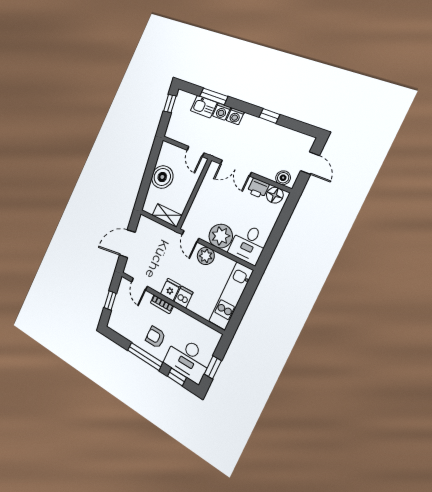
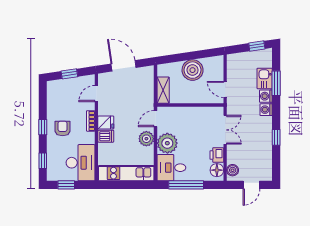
door: (195, 152) -> (225, 89), hinge flipped
double door: (236, 168) -> (225, 130), swing flipped
window: (275, 237) -> (186, 185), added
window: (145, 356) -> (43, 127), width x0.46
desk: (188, 359) -> (81, 163), moved, turned 180

